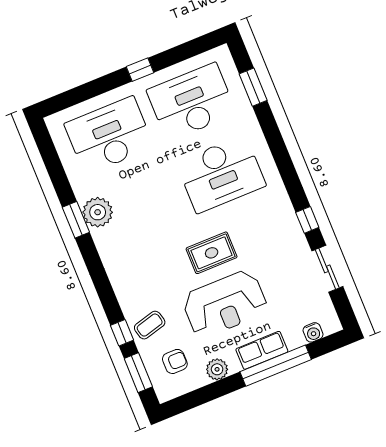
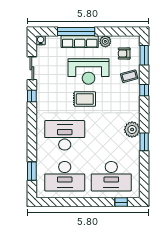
window: (140, 70) -> (121, 202), moved
plant: (98, 212) -> (132, 130), moved
reception desk: (225, 304) -> (89, 72), turned 180
water cooler: (313, 332) -> (41, 40), moved
window: (122, 333) -> (144, 90), moved
row of seats: (262, 350) -> (80, 42), width x1.48

